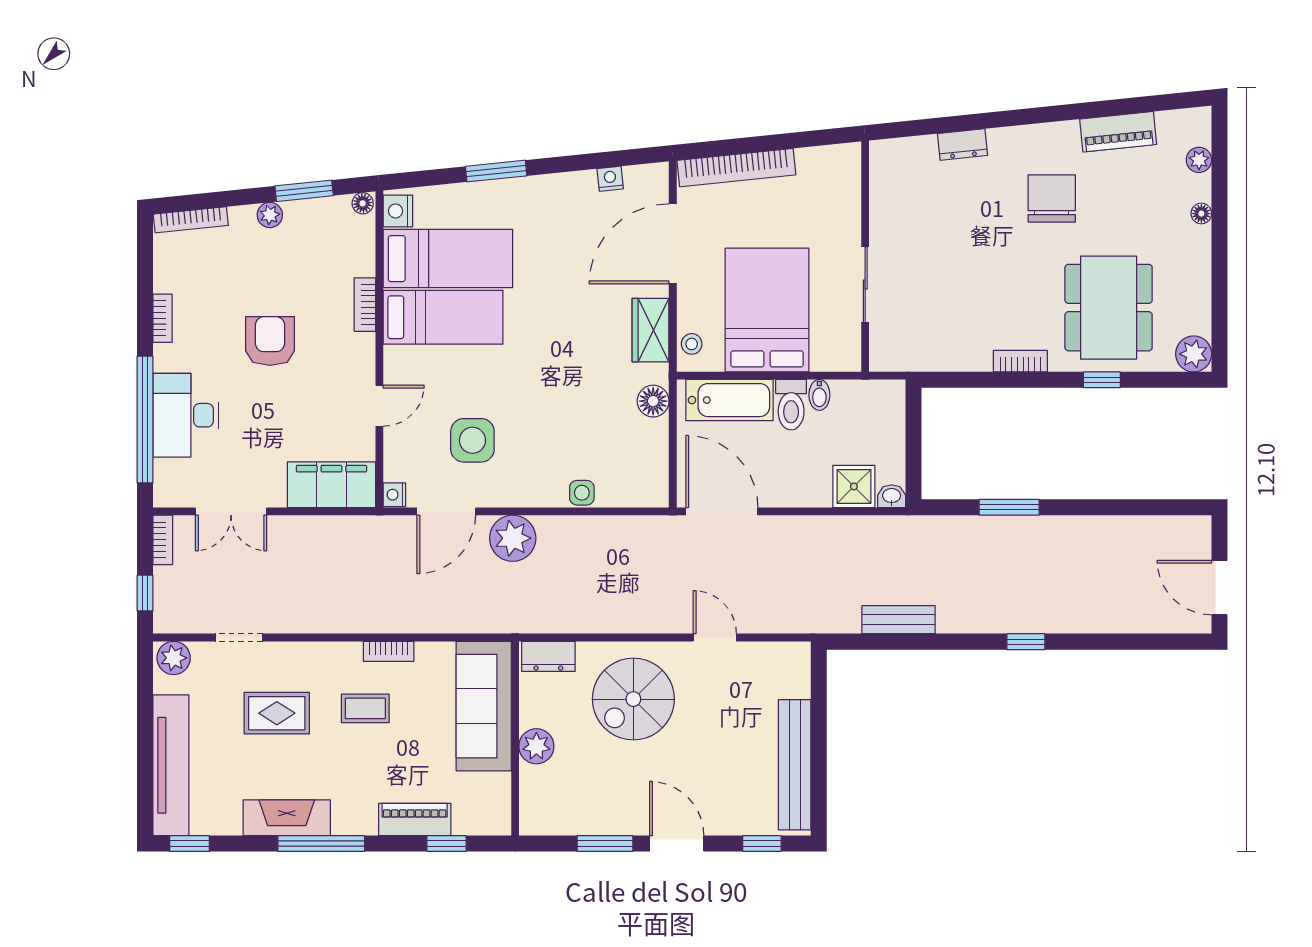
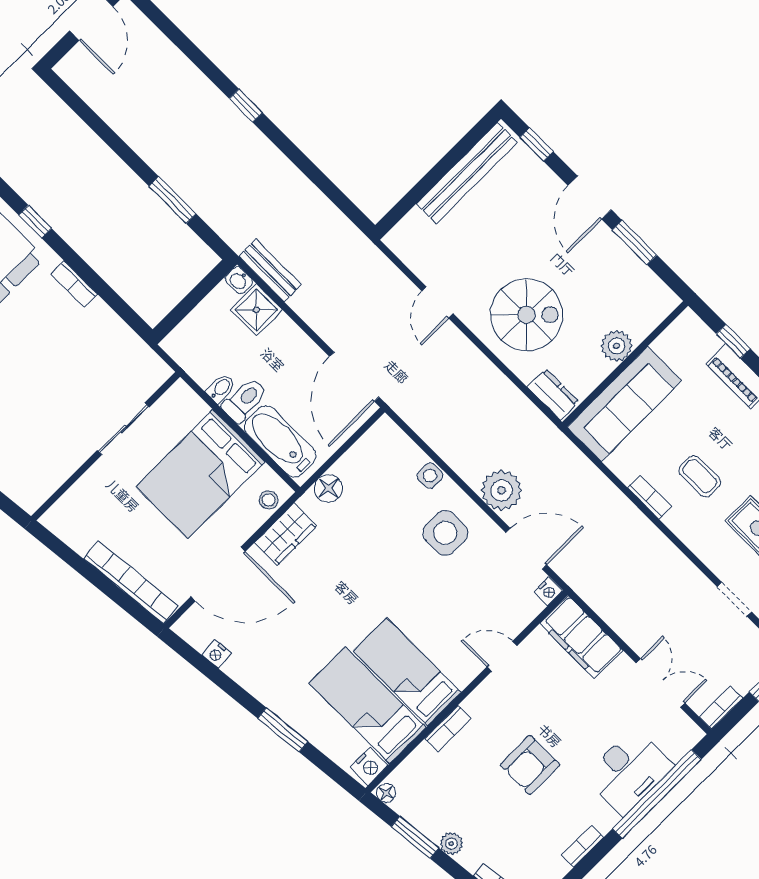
side table: (472, 440) -> (445, 533), moved
bench: (899, 620) -> (270, 270), moved

